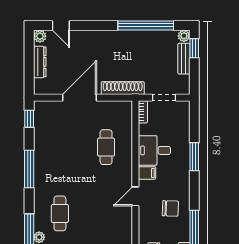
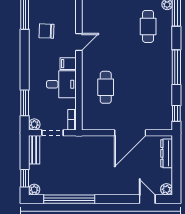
bench: (184, 59) -> (34, 150), moved
dresser: (40, 62) -> (167, 153), moved
shoe rack: (123, 88) -> (90, 142), removed
plant: (184, 107) -> (34, 124), added
window: (194, 157) -> (25, 103), moved

